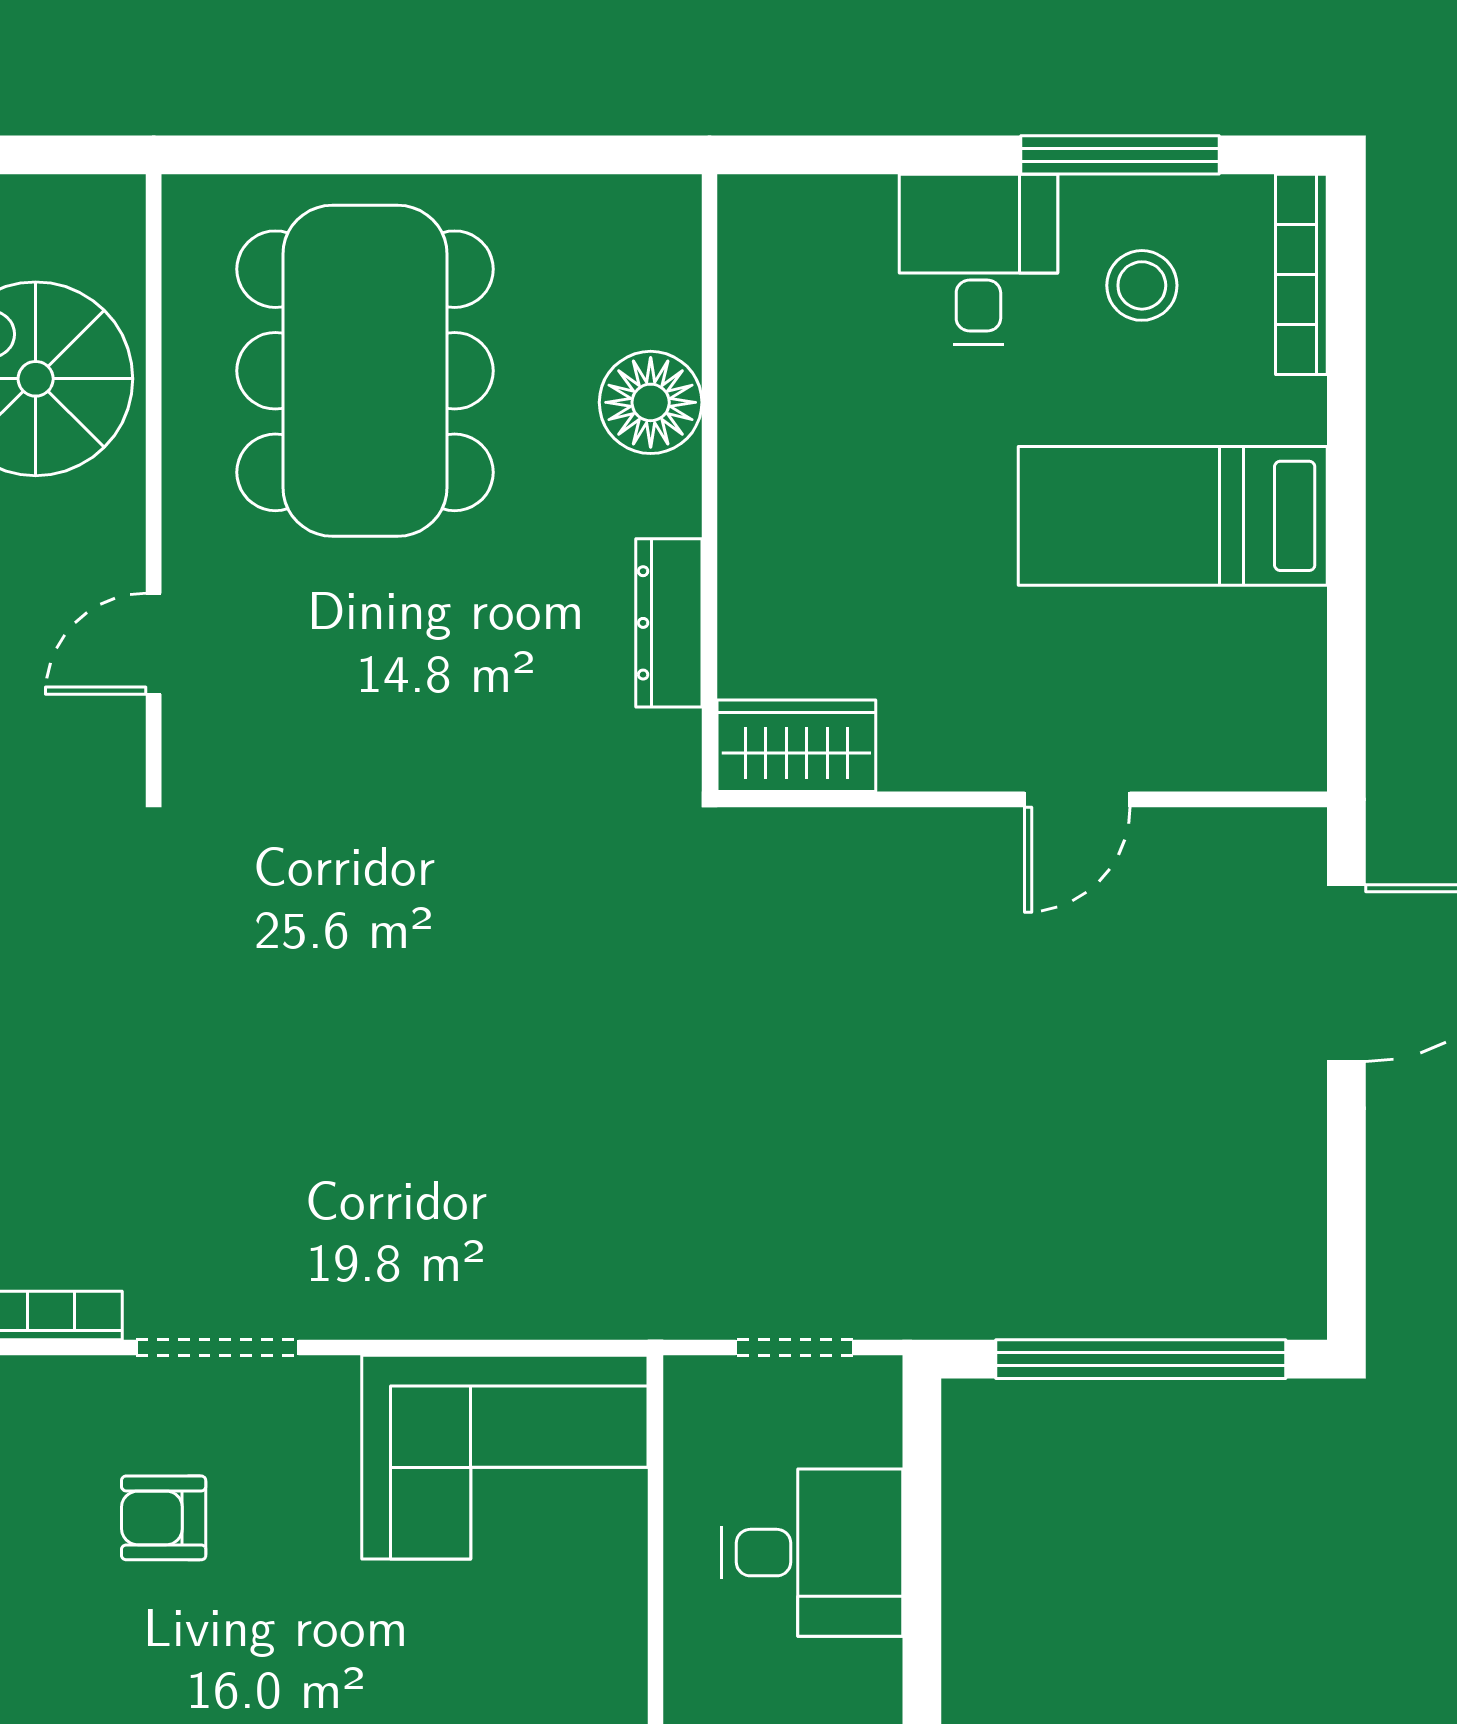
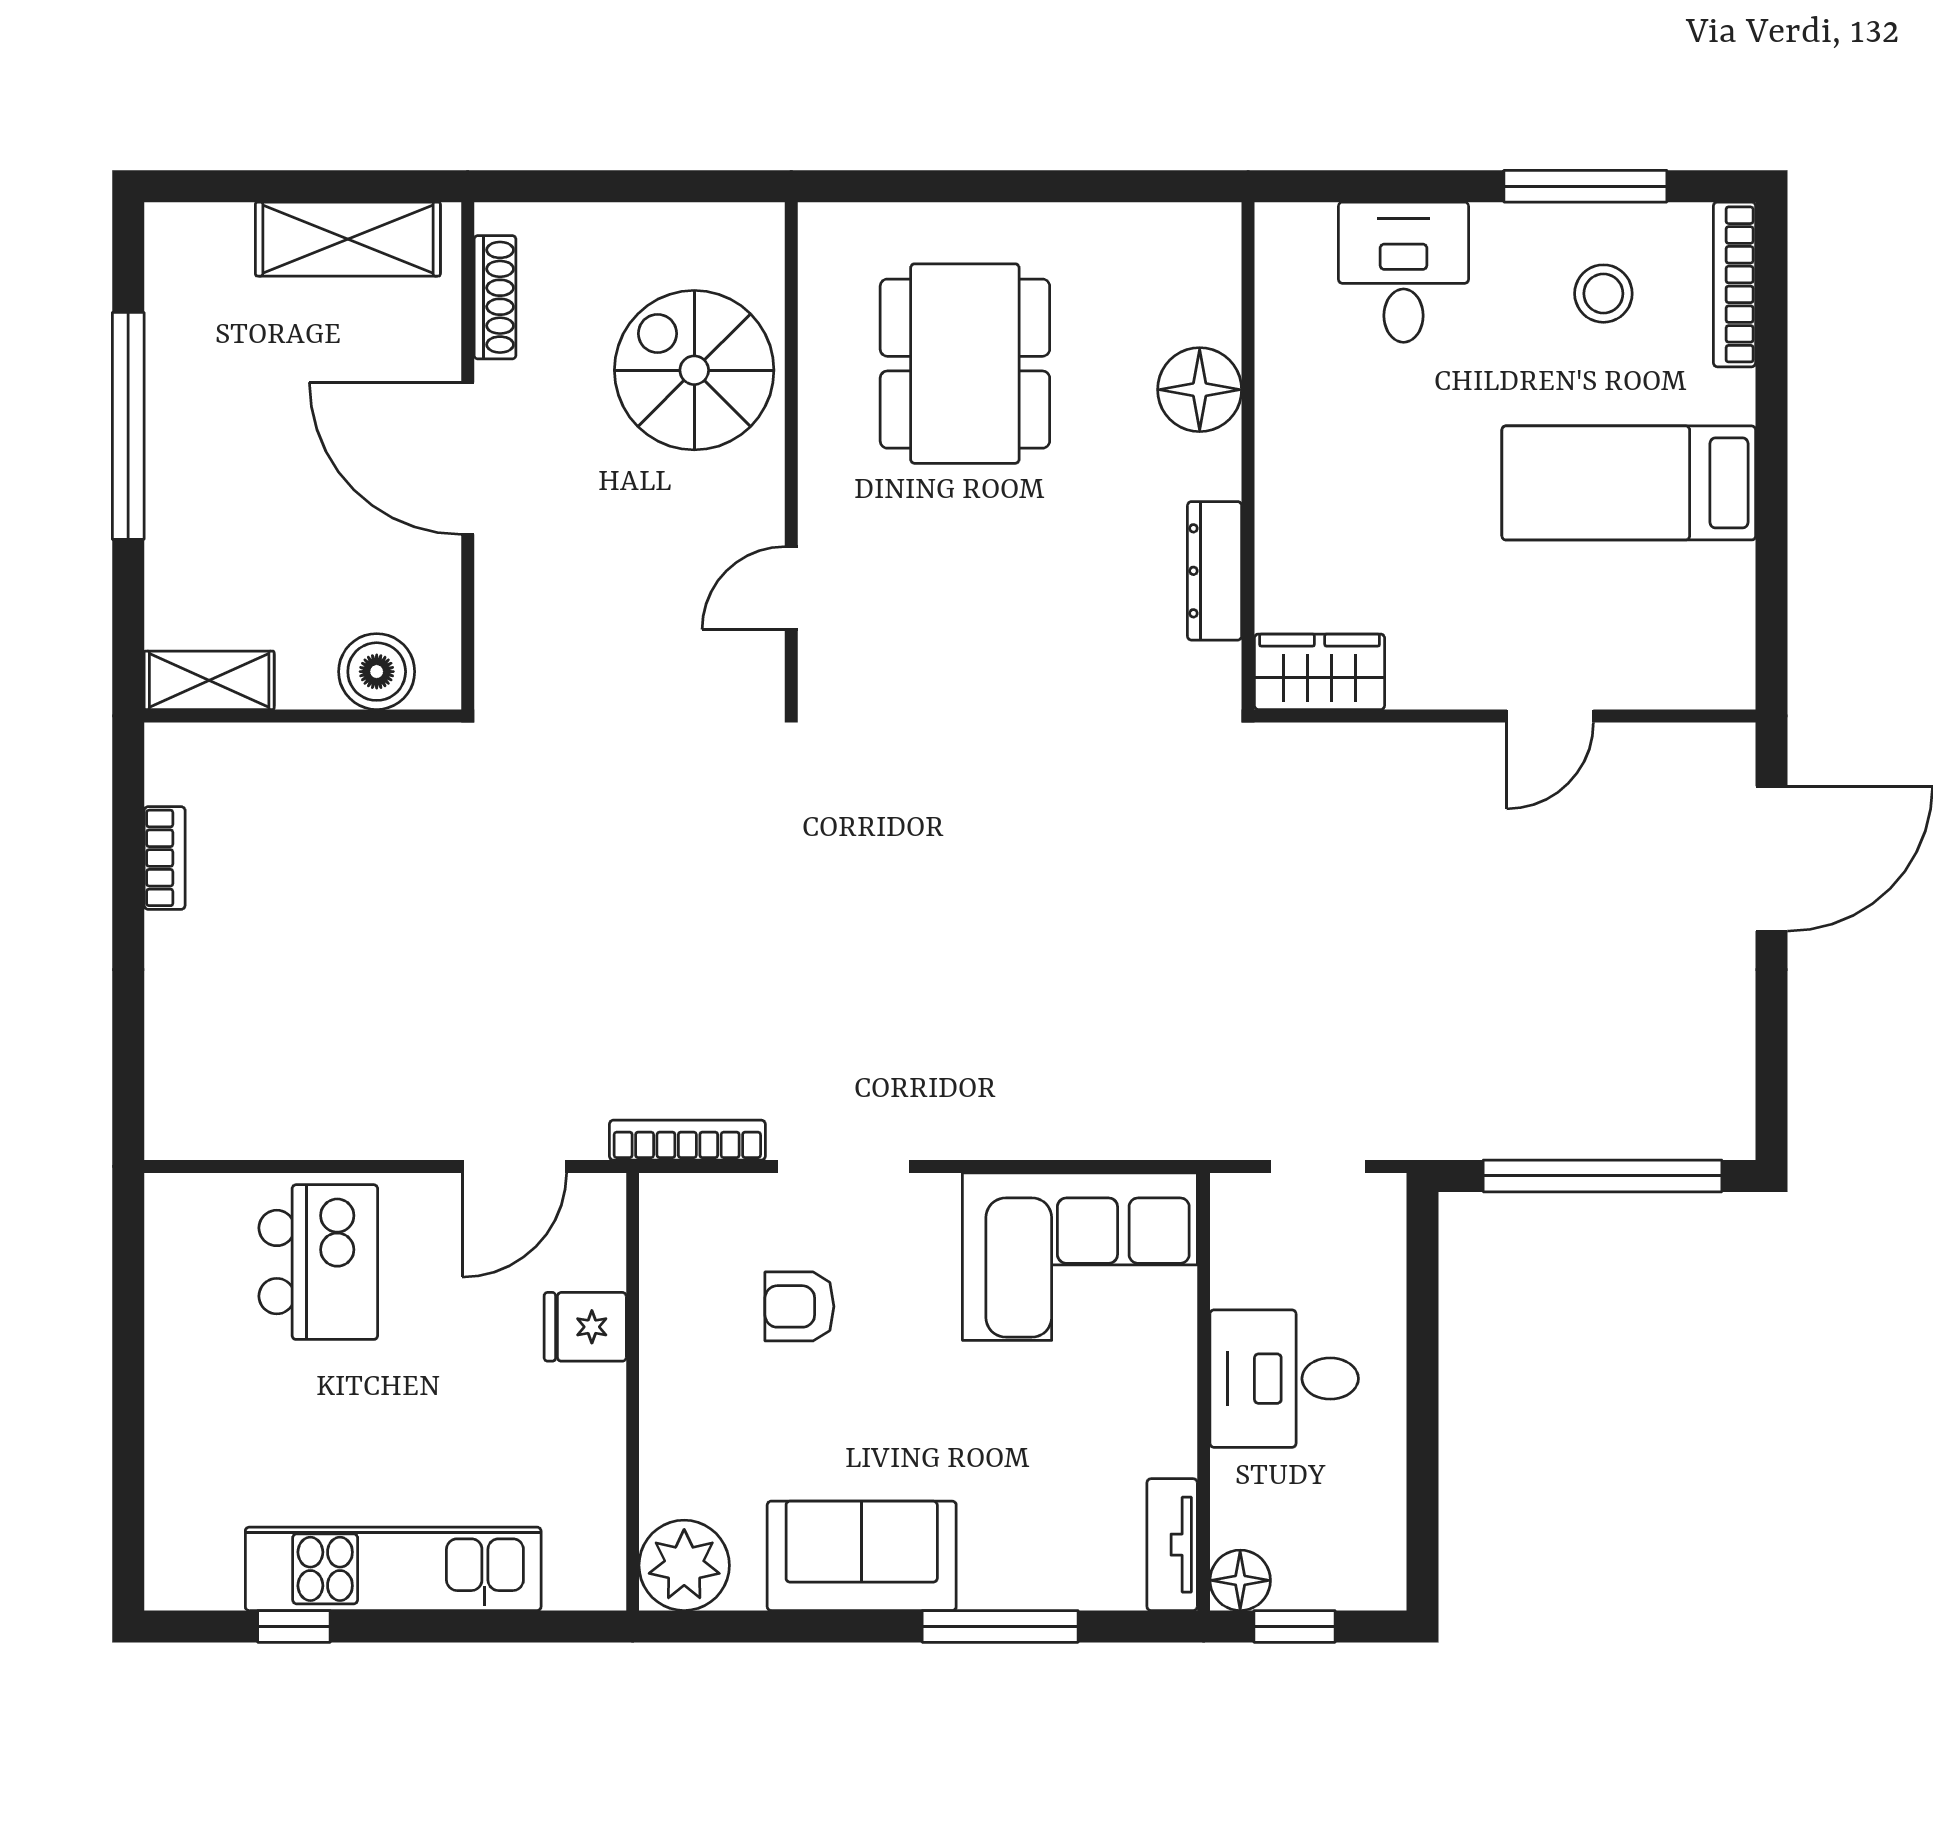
desk: (978, 259) -> (1404, 272), moved
dining table: (365, 371) -> (965, 364), width x0.73, depth x0.80
desk: (812, 1553) -> (1284, 1379), moved, turned 180

